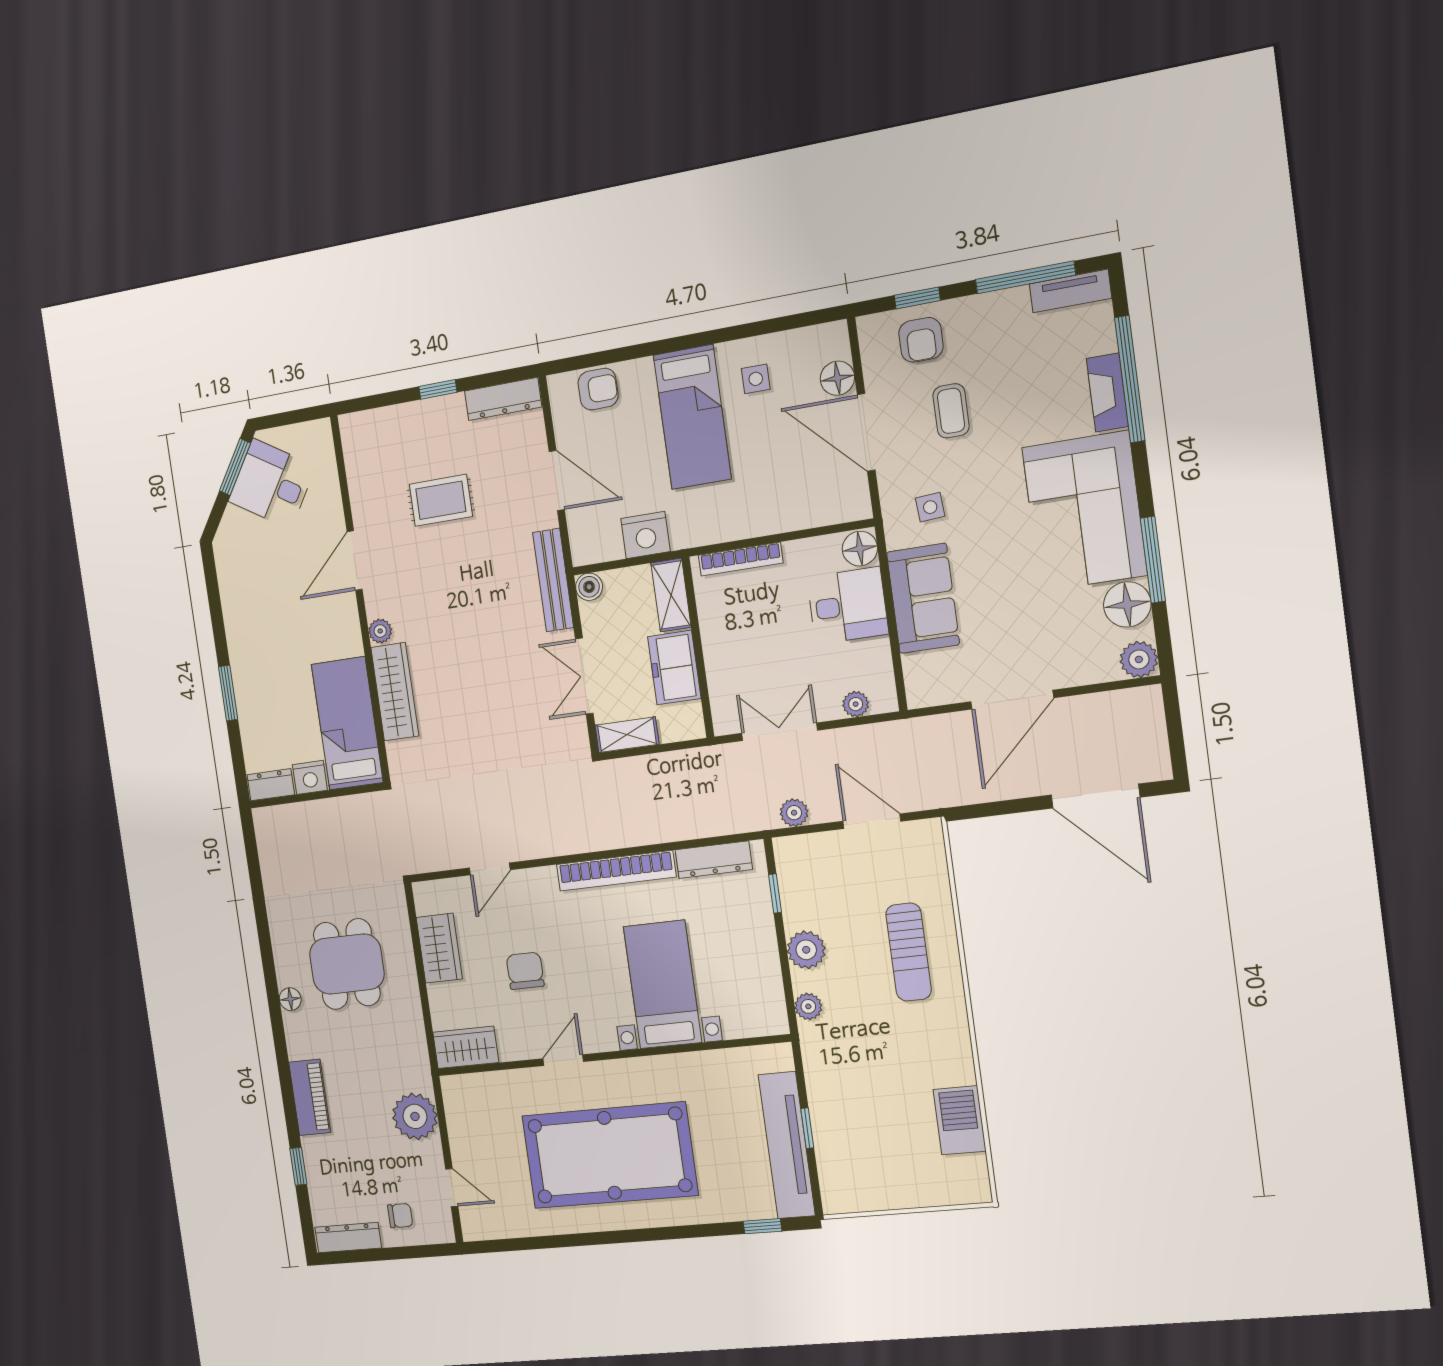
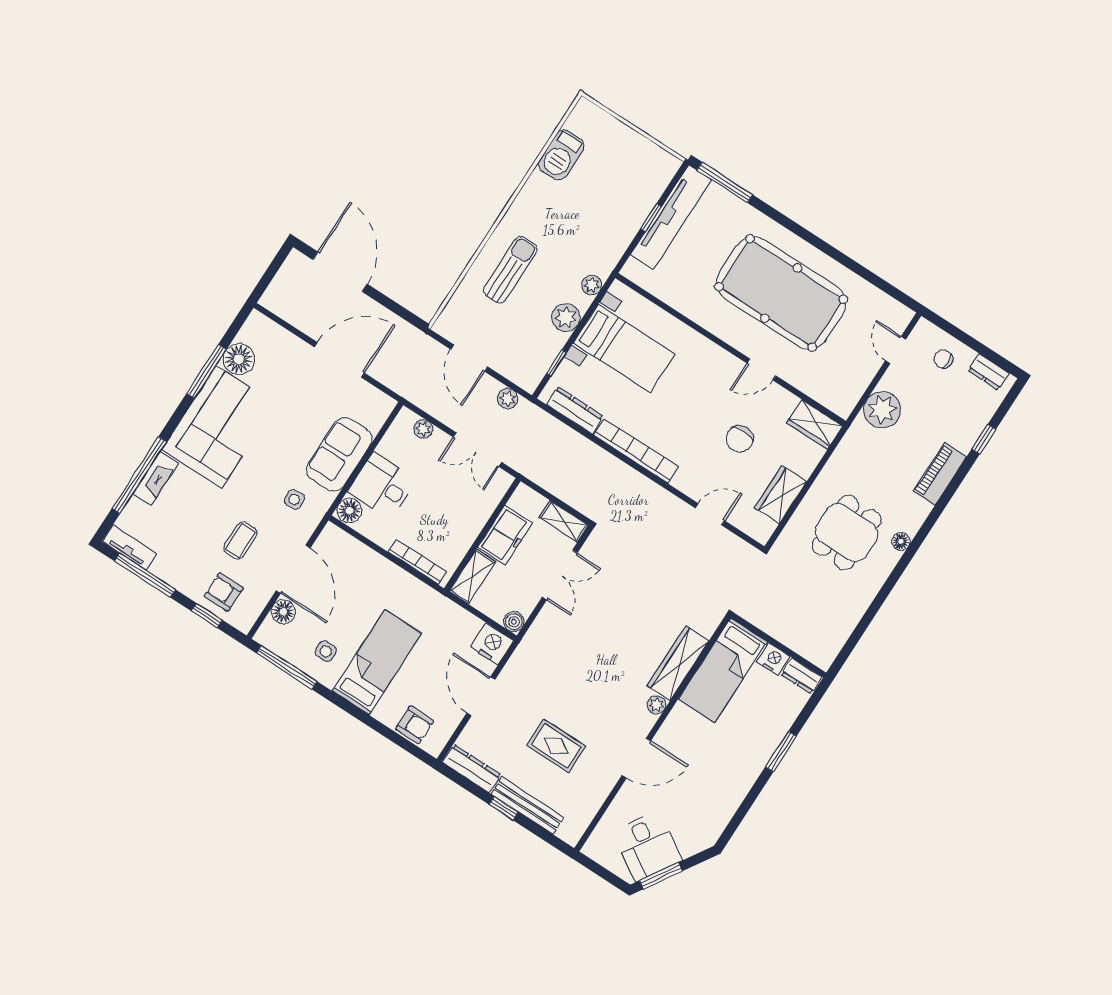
window: (782, 324) -> (287, 667), added
armchair: (921, 340) -> (224, 592), turned -90
armchair: (598, 389) -> (415, 725), turned 180
nightstand: (645, 535) -> (492, 644), moved
bench: (553, 580) -> (528, 806), moved, turned 90
plant: (1139, 659) -> (257, 325), removed
bed with nightstands: (663, 984) -> (624, 349), moved, turned -90
window: (762, 1226) -> (725, 182), width x2.17
dresser: (348, 1238) -> (989, 372), width x0.70

